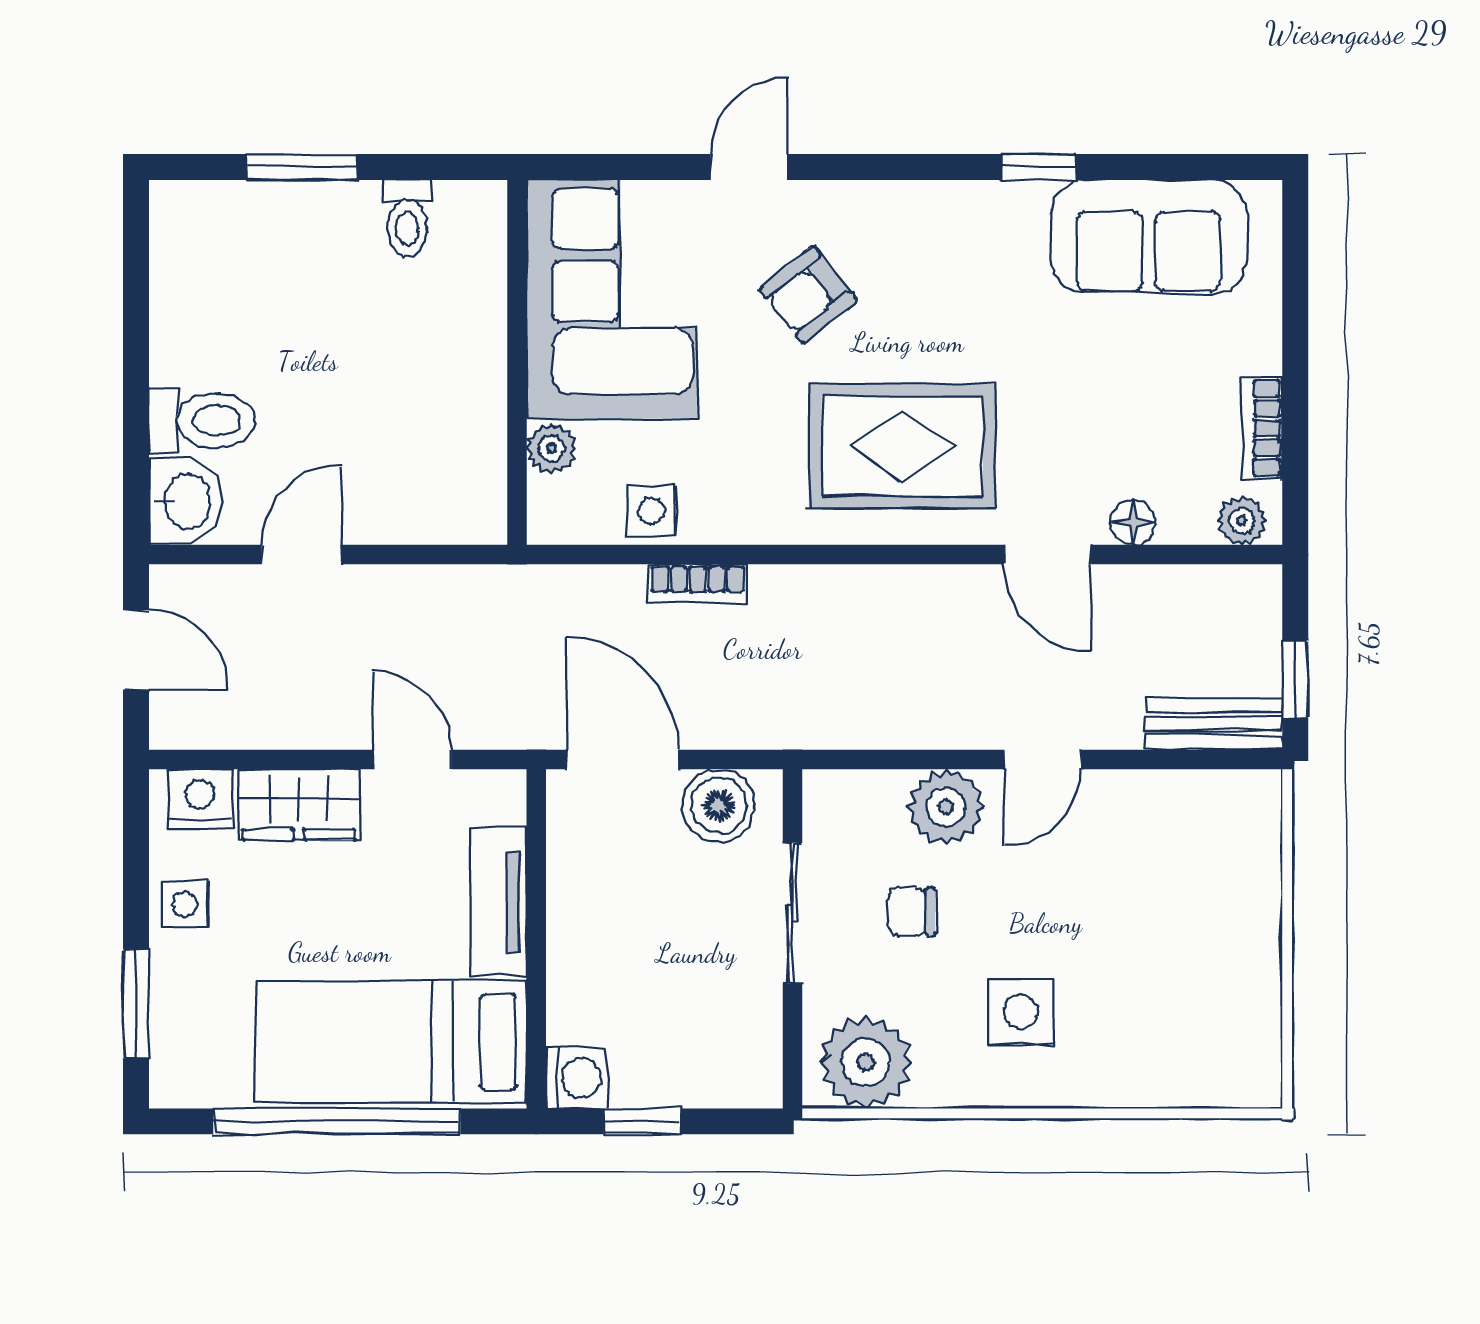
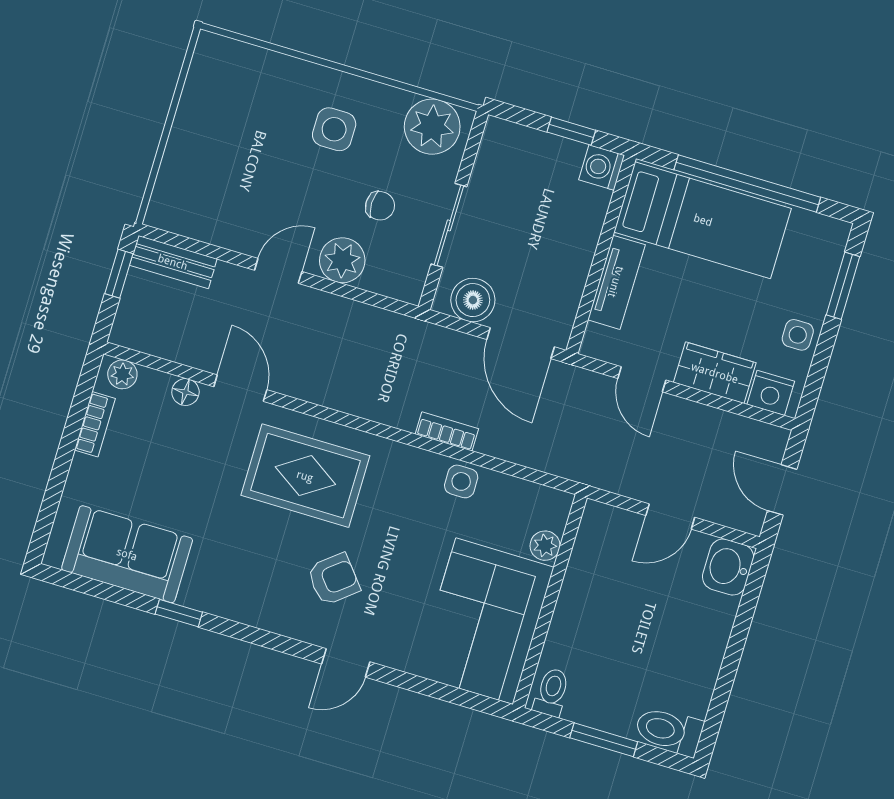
corner sofa: (612, 299) -> (484, 621), moved
wall: (517, 362) -> (550, 601), moved
toilet: (202, 420) -> (669, 731), moved
plant: (551, 449) -> (545, 546), moved

